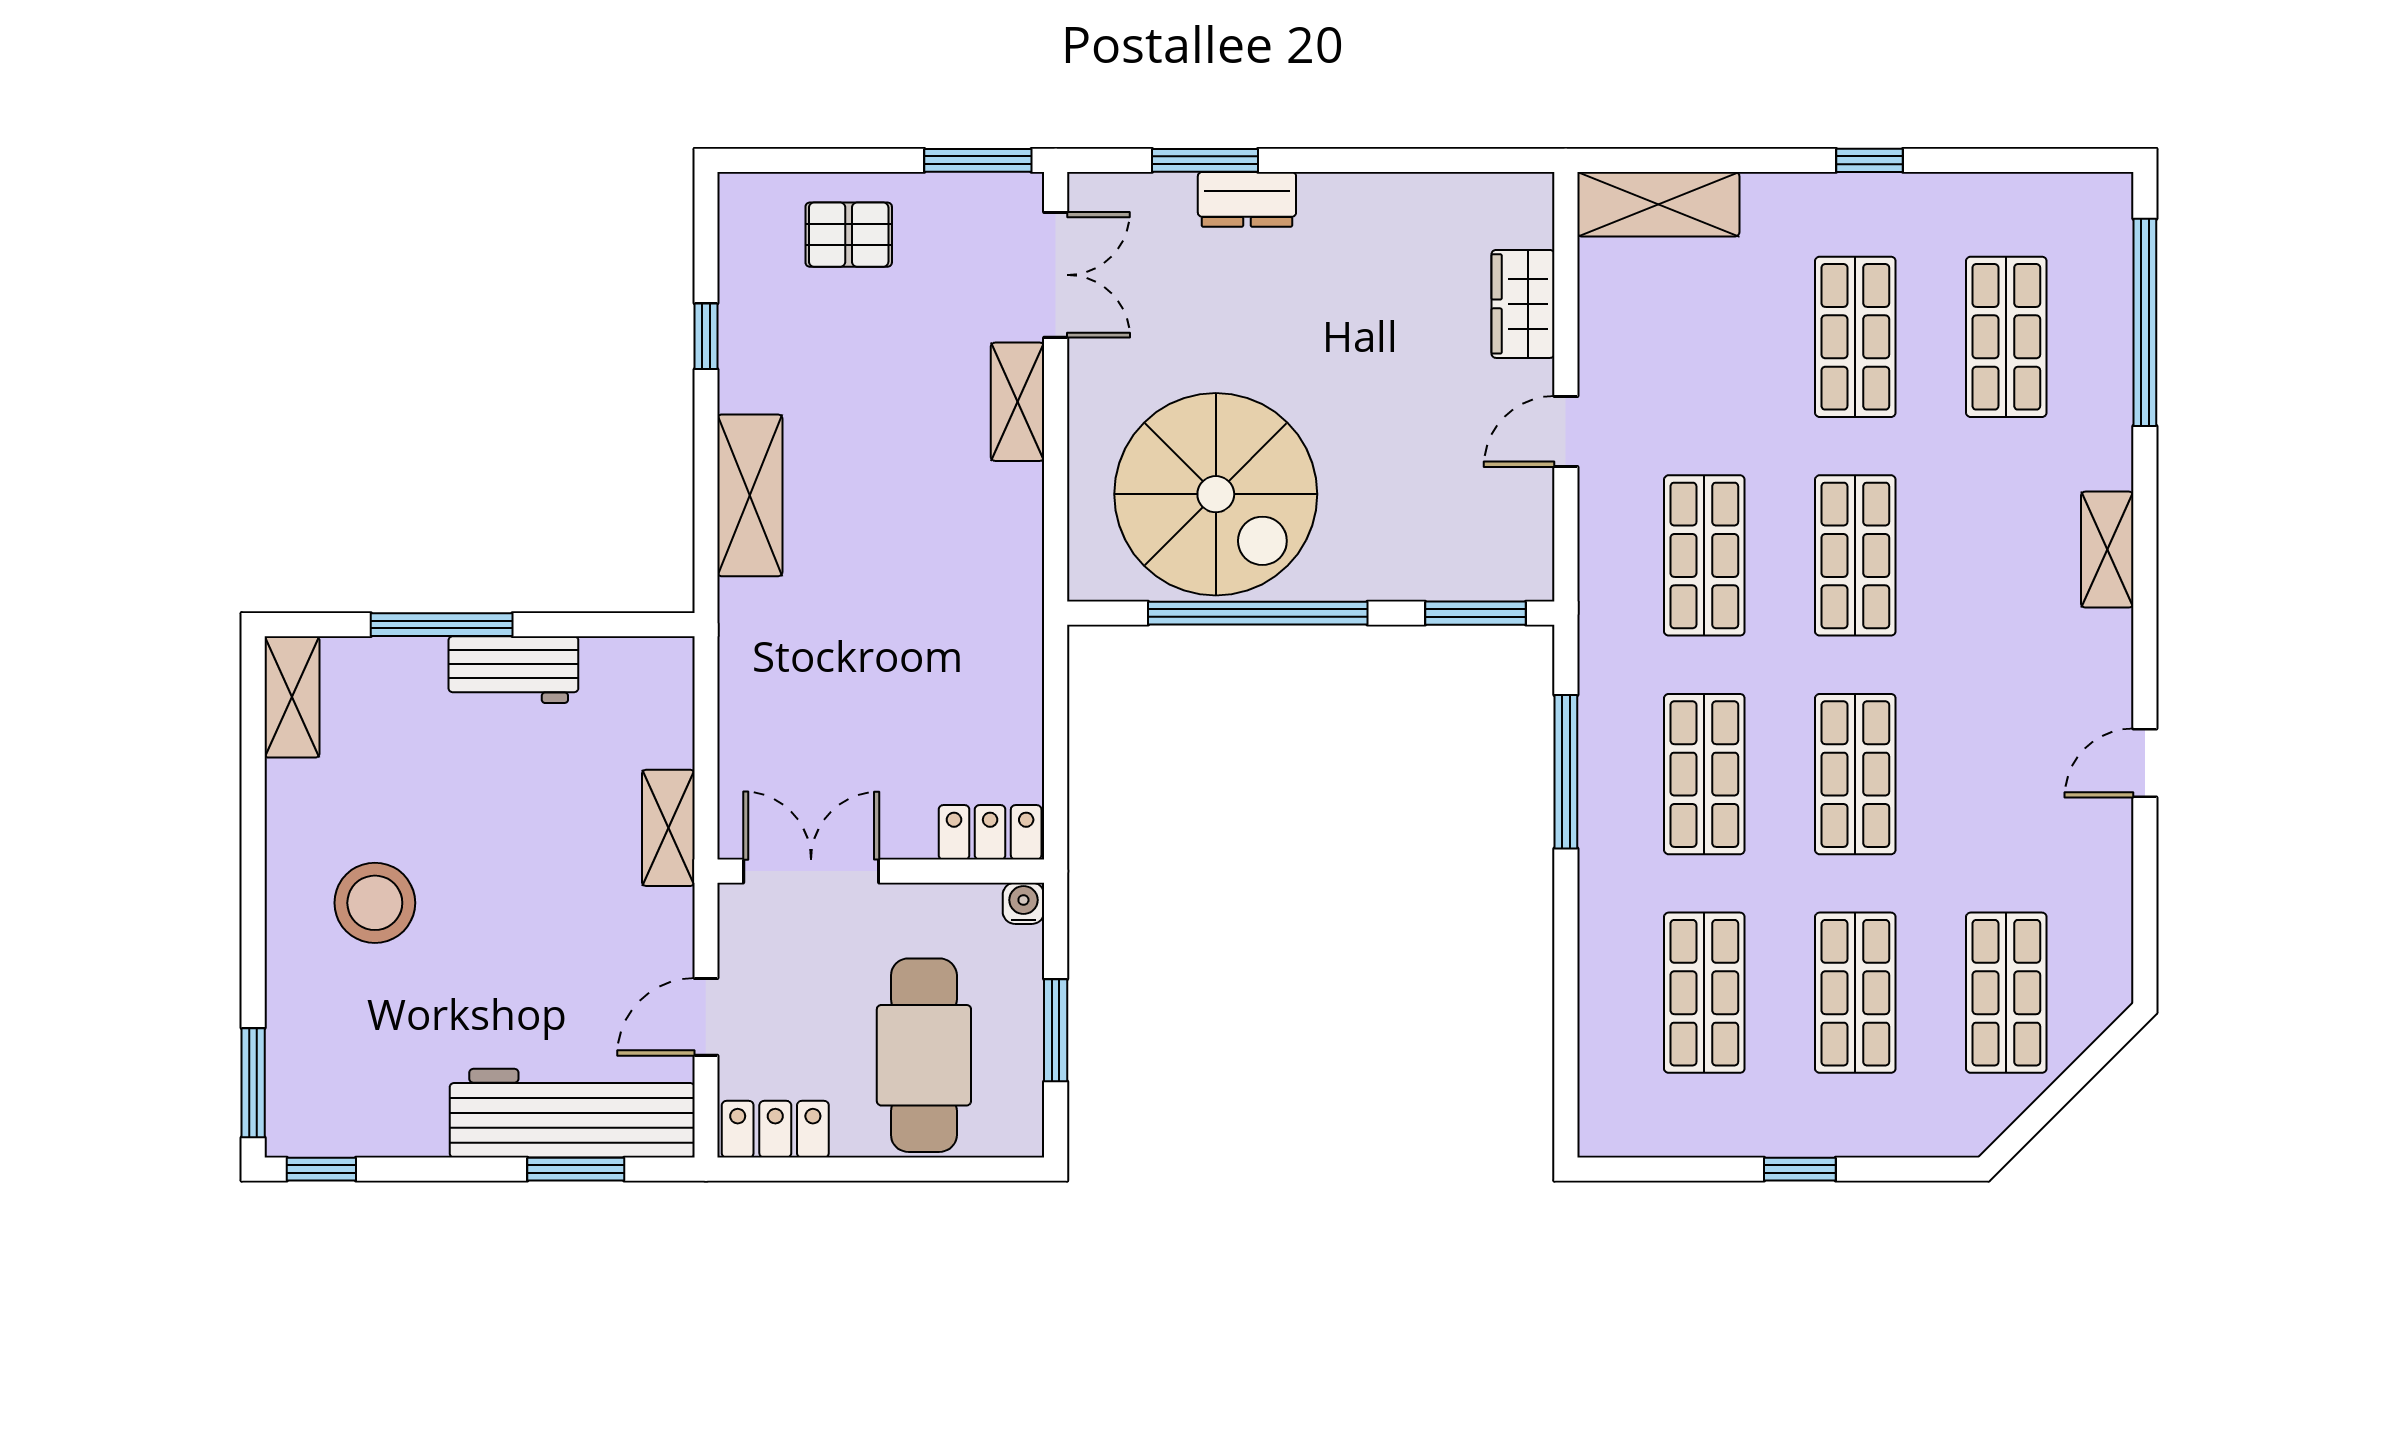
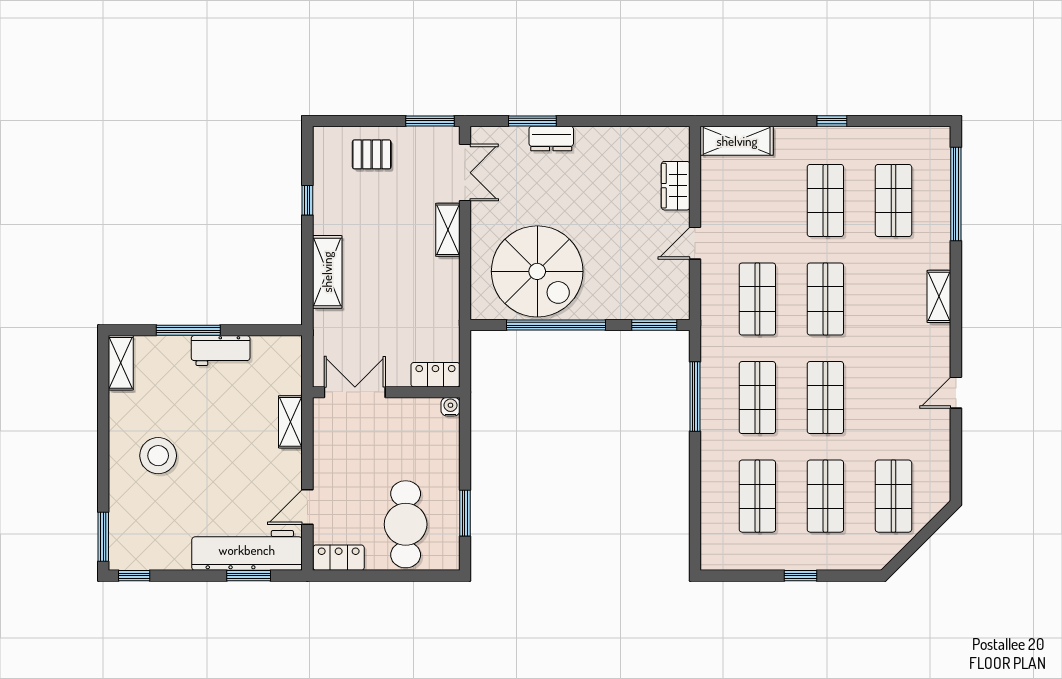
locker: (990, 832) -> (435, 375), moved
double door: (811, 871) -> (355, 392), moved
wall: (881, 871) -> (386, 392), moved
water cooler: (1023, 903) -> (450, 407), moved

